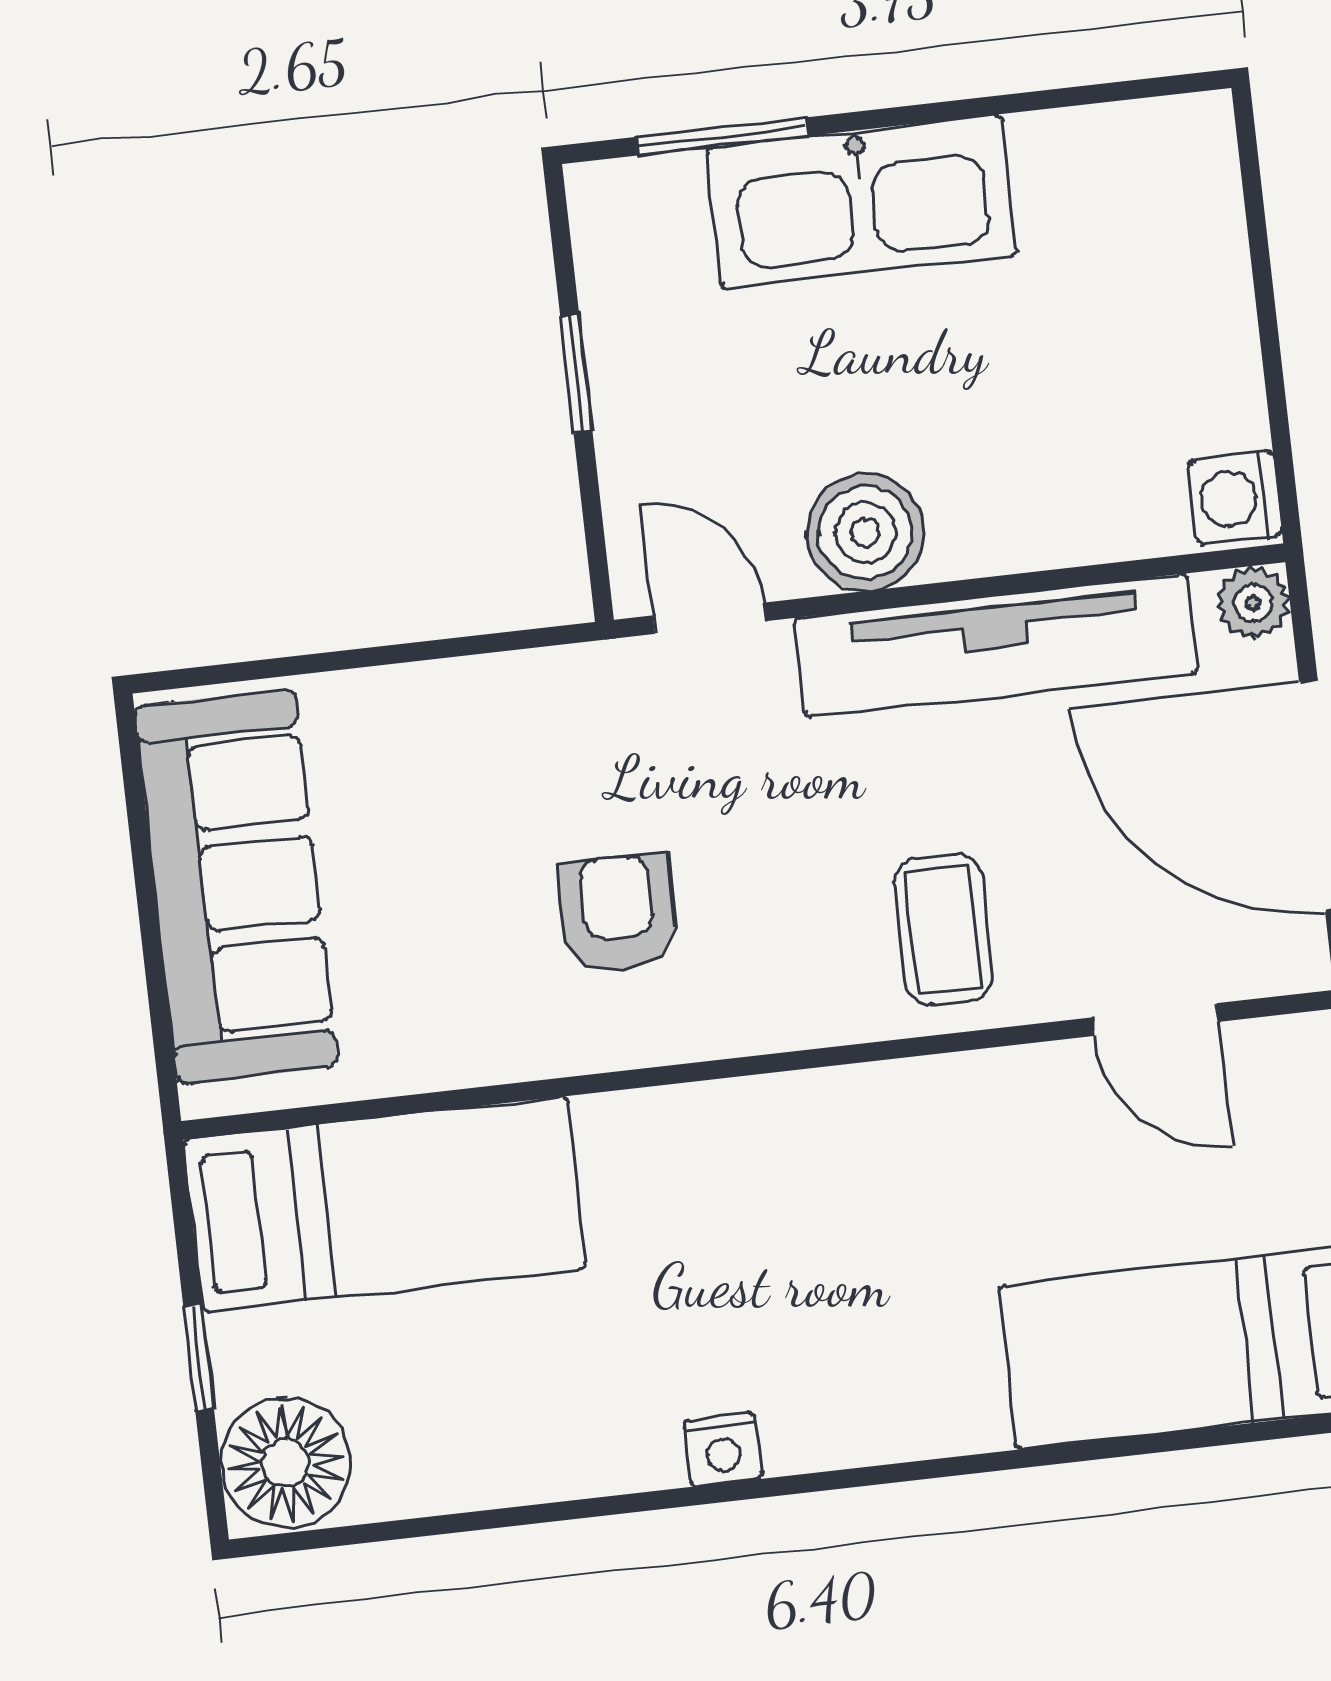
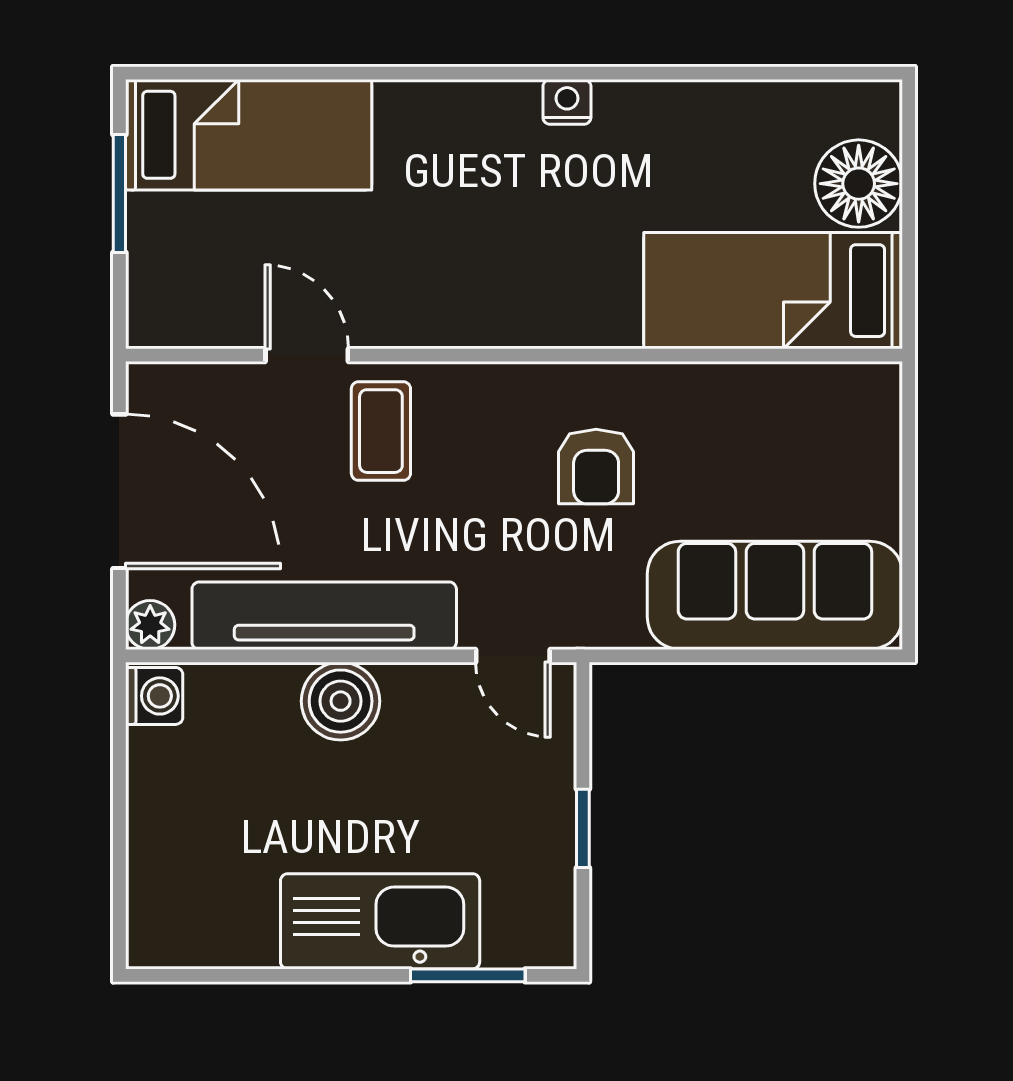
boiler: (865, 532) -> (341, 701), moved
sofa: (236, 887) -> (775, 595), moved, turned 90
door: (1156, 1020) -> (307, 355), moved
window: (199, 1358) -> (909, 203), removed
floor lamp: (286, 1463) -> (859, 184), moved

